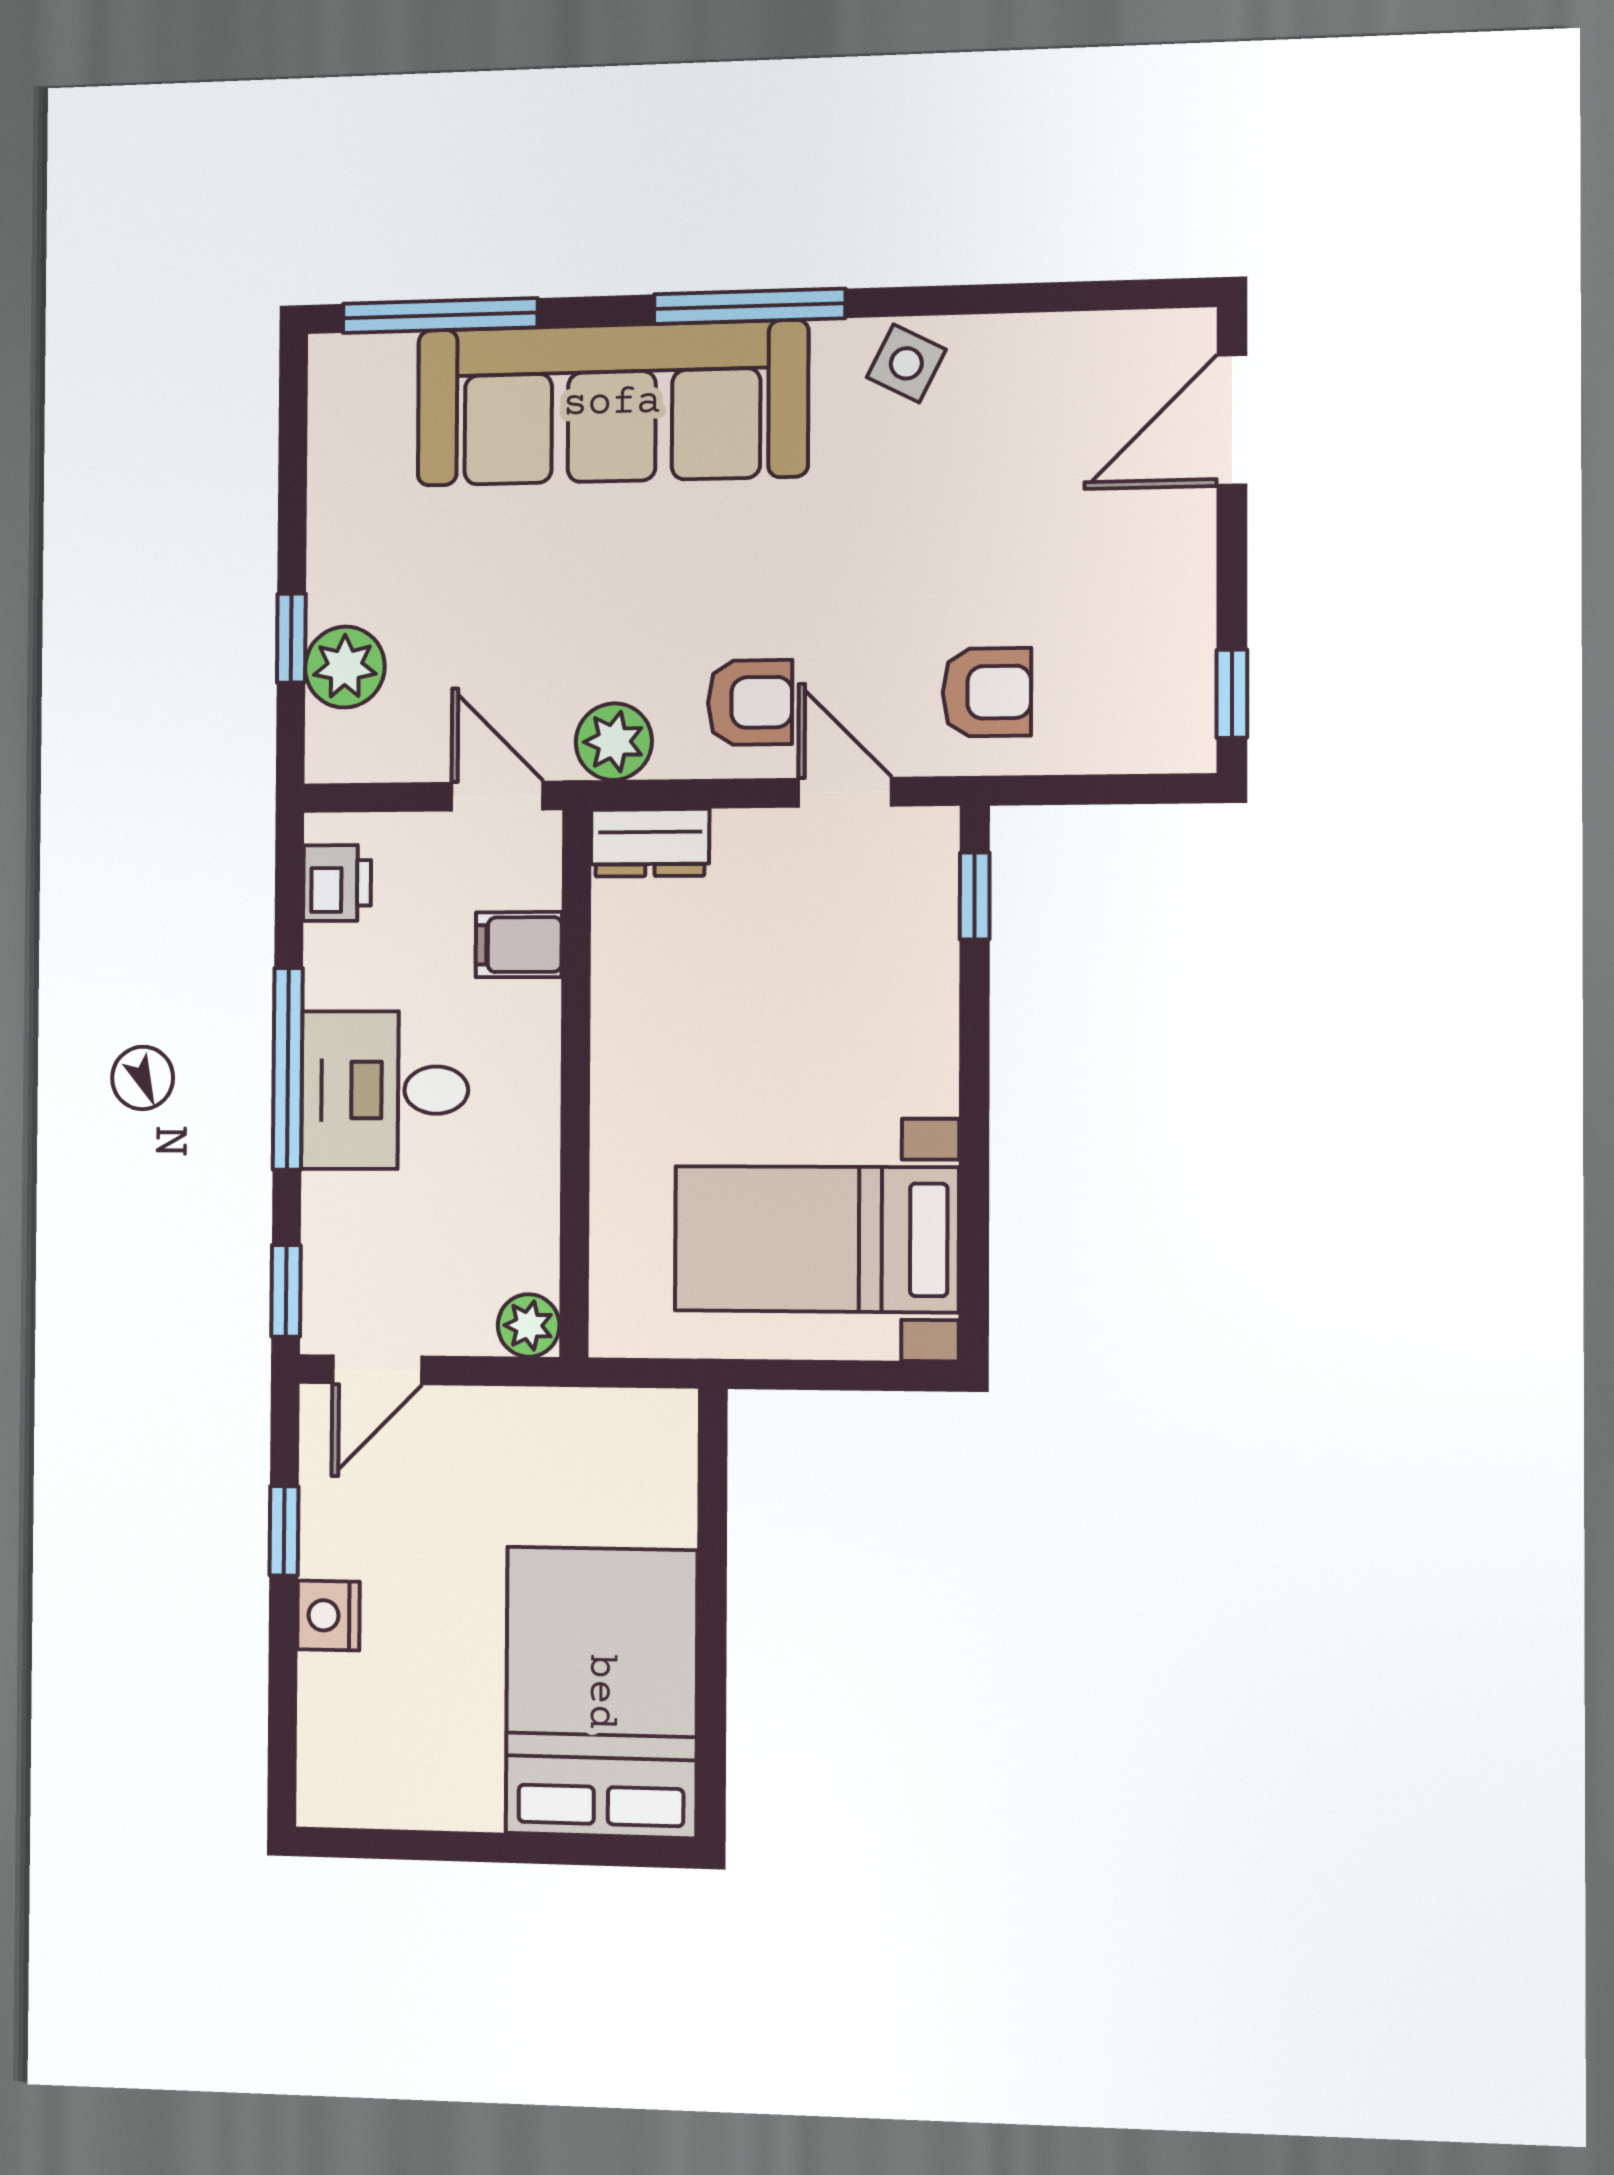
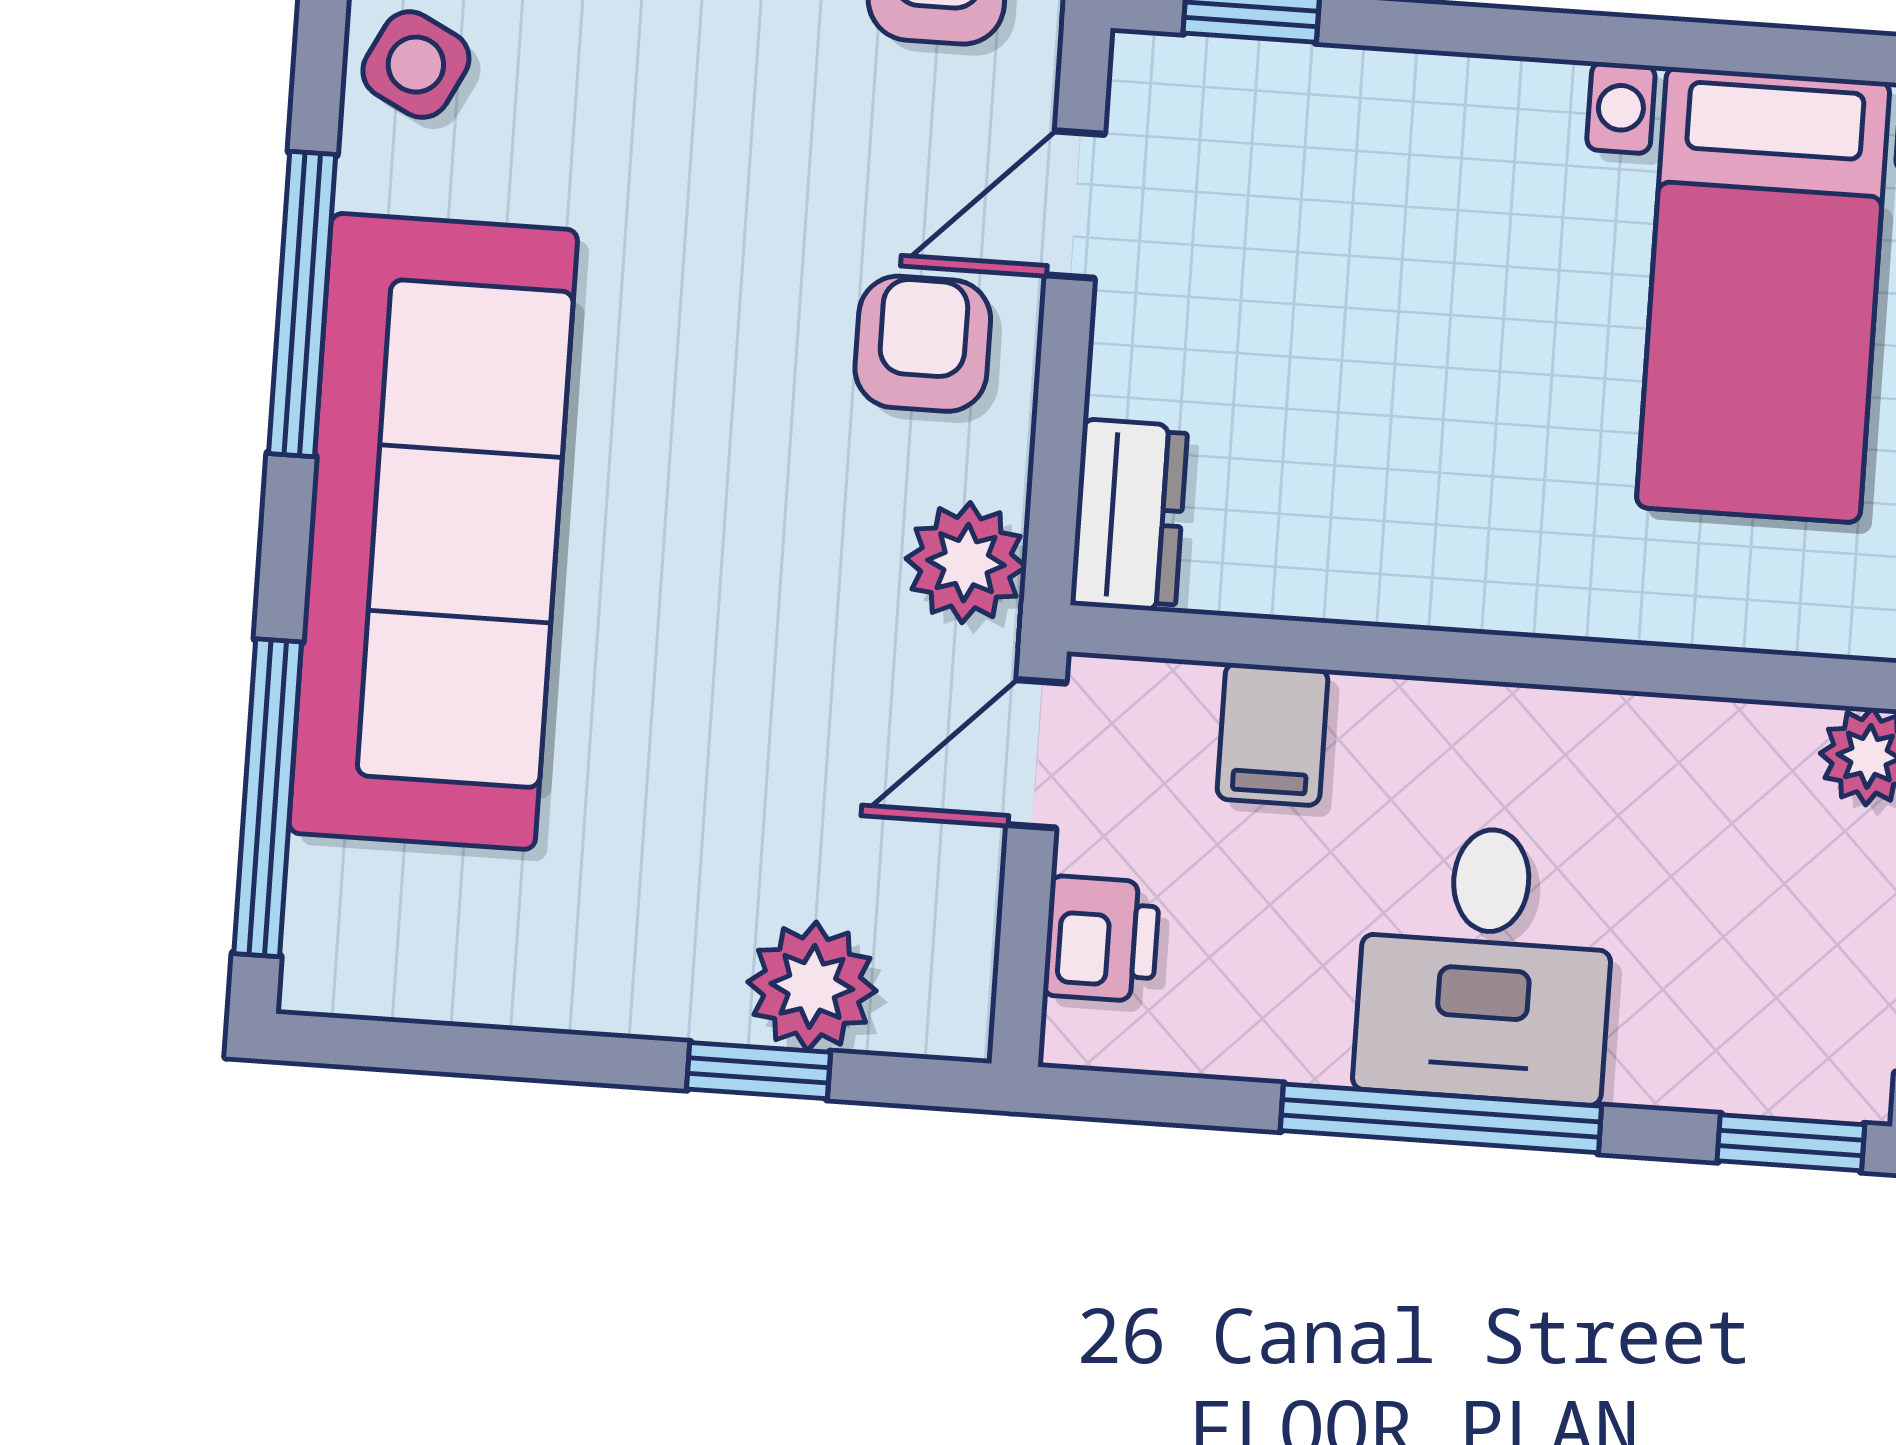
printer: (337, 883) -> (1101, 939), moved, turned 90

